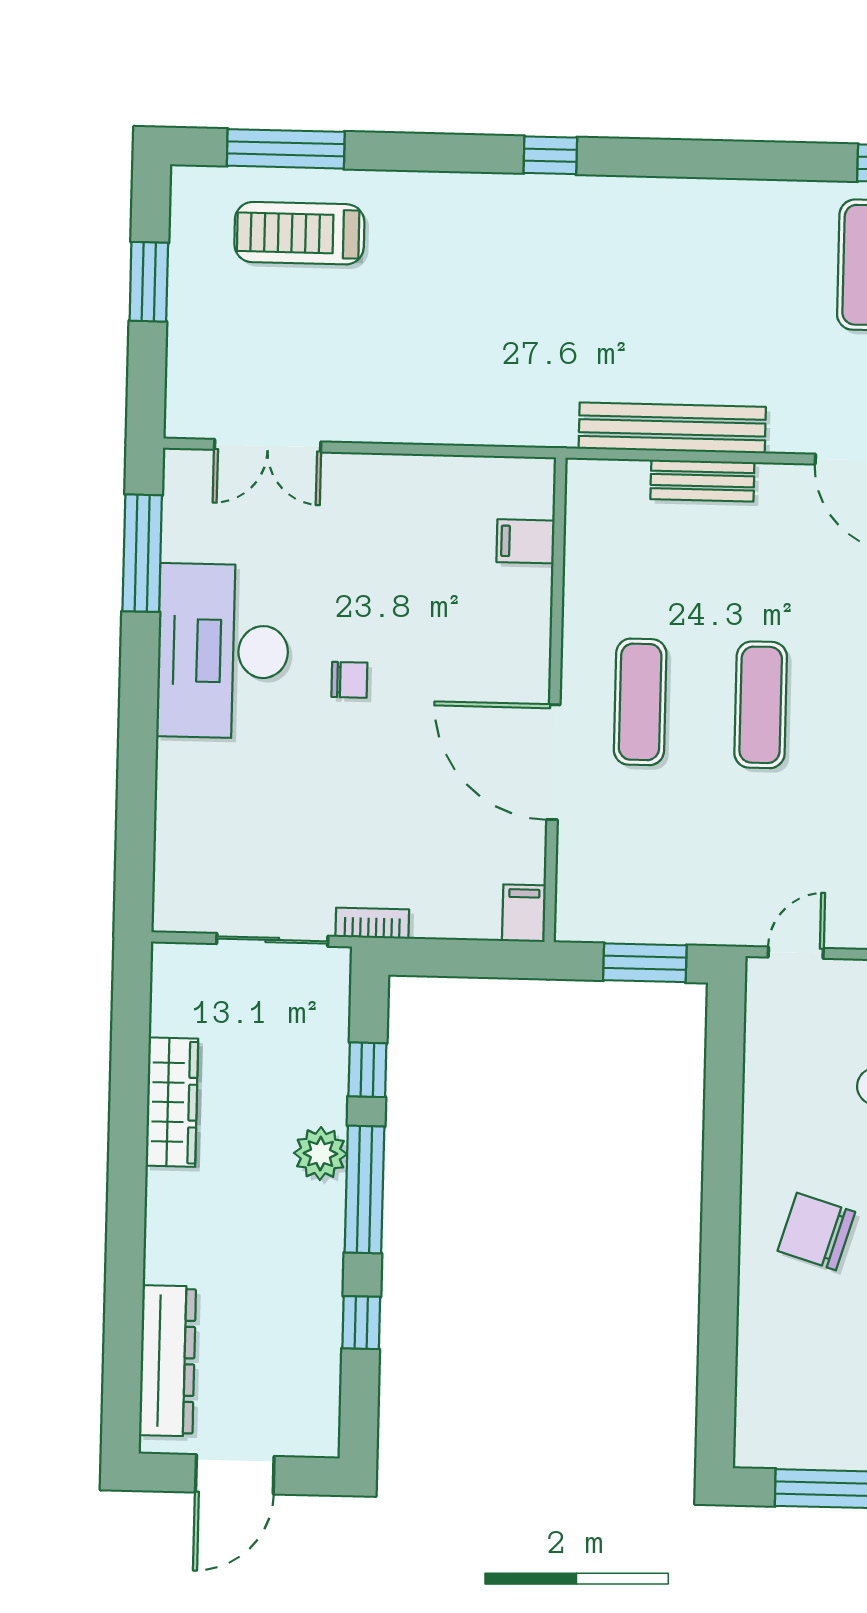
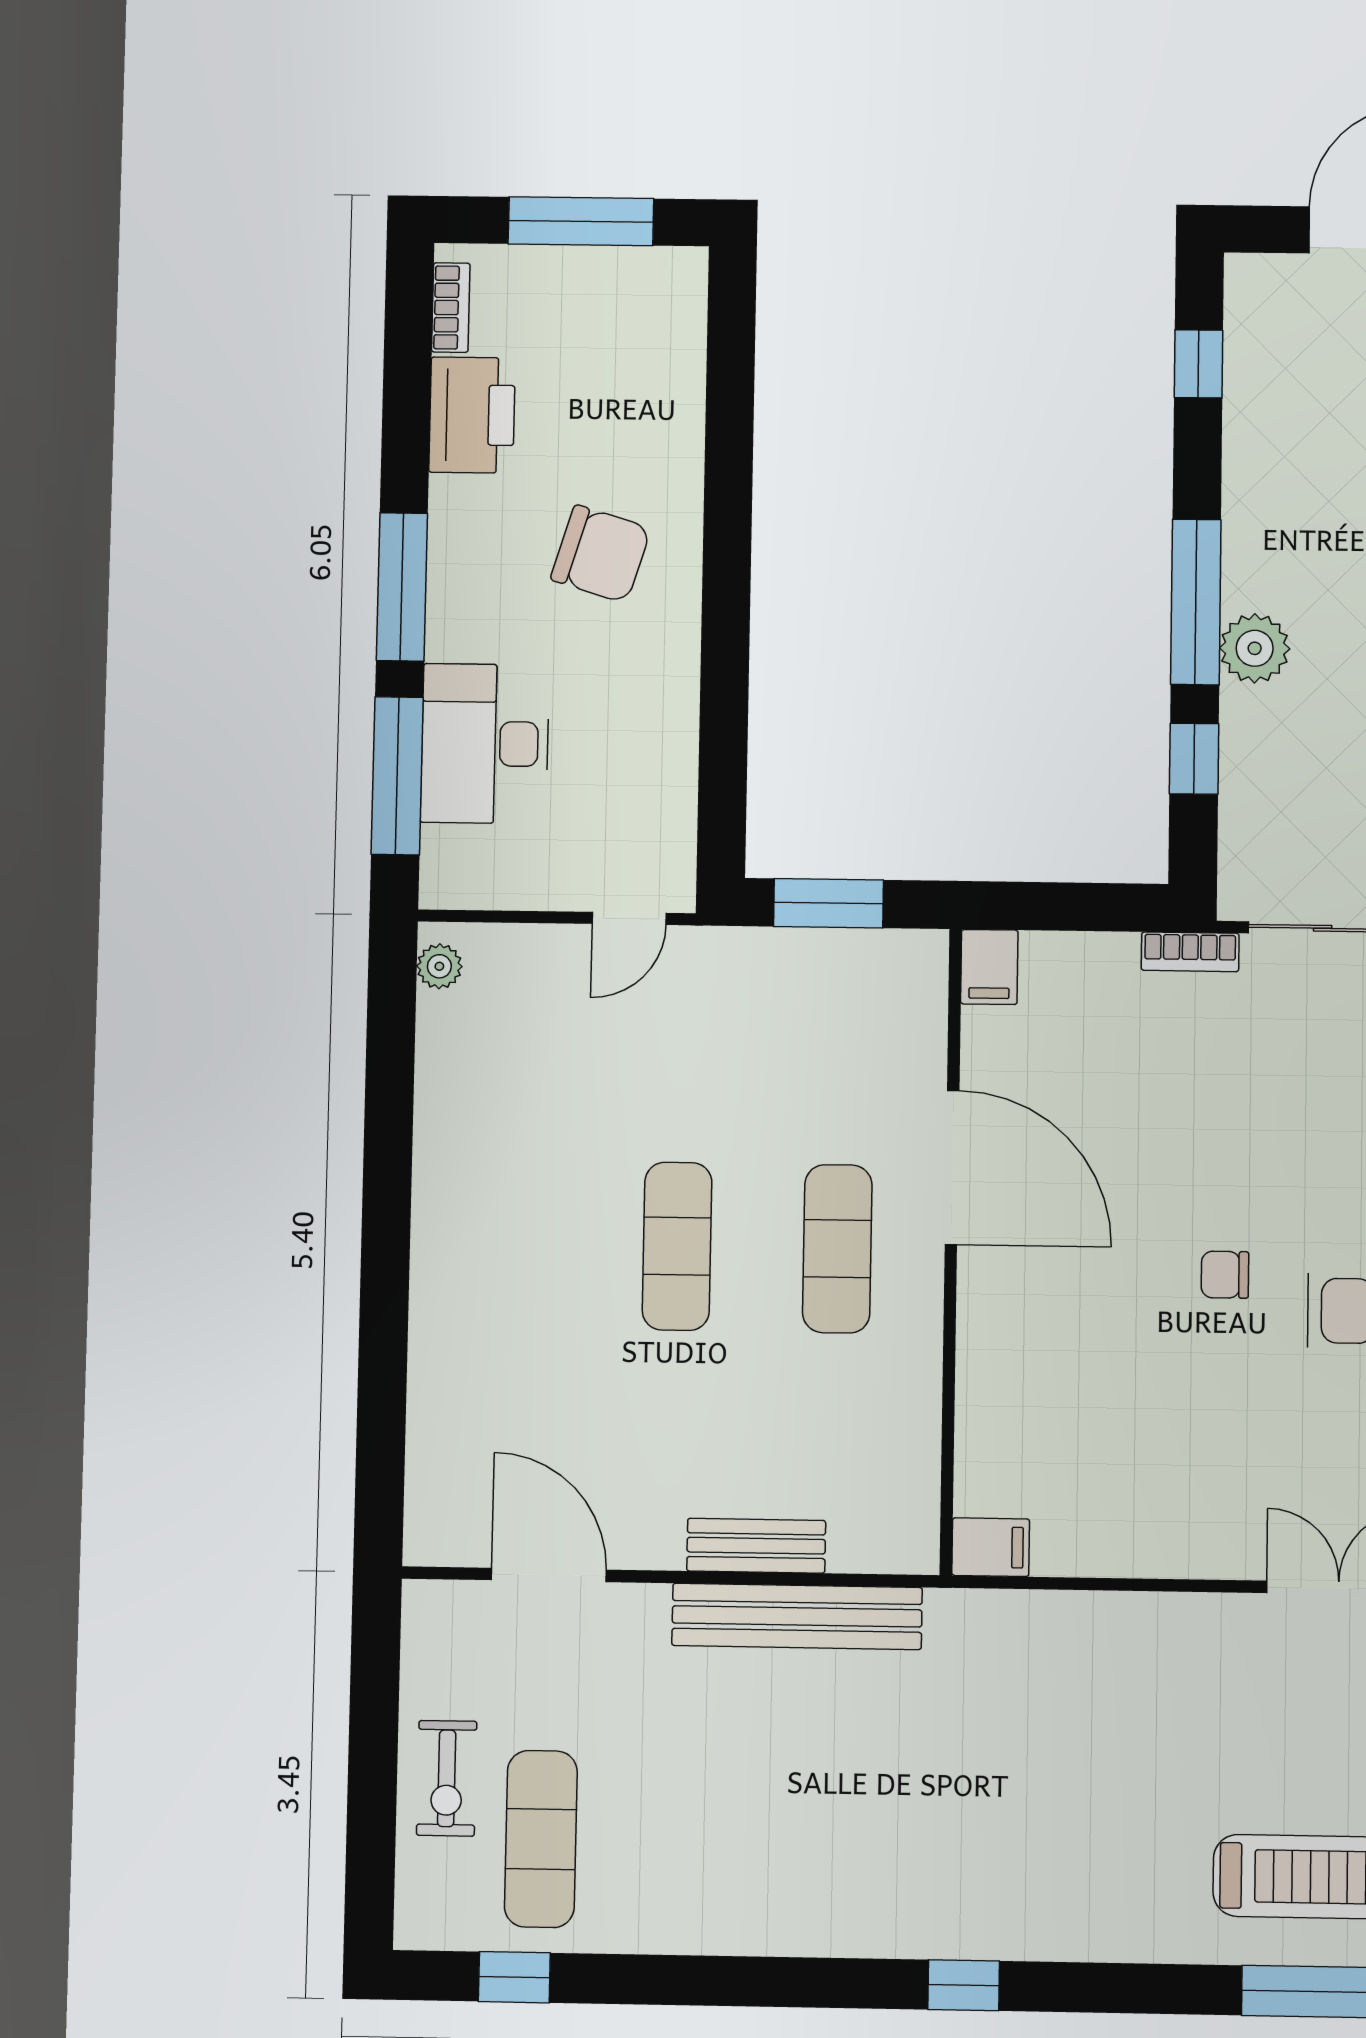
filing cabinet: (526, 541) -> (991, 1547), moved
window: (361, 1323) -> (1199, 364), moved

